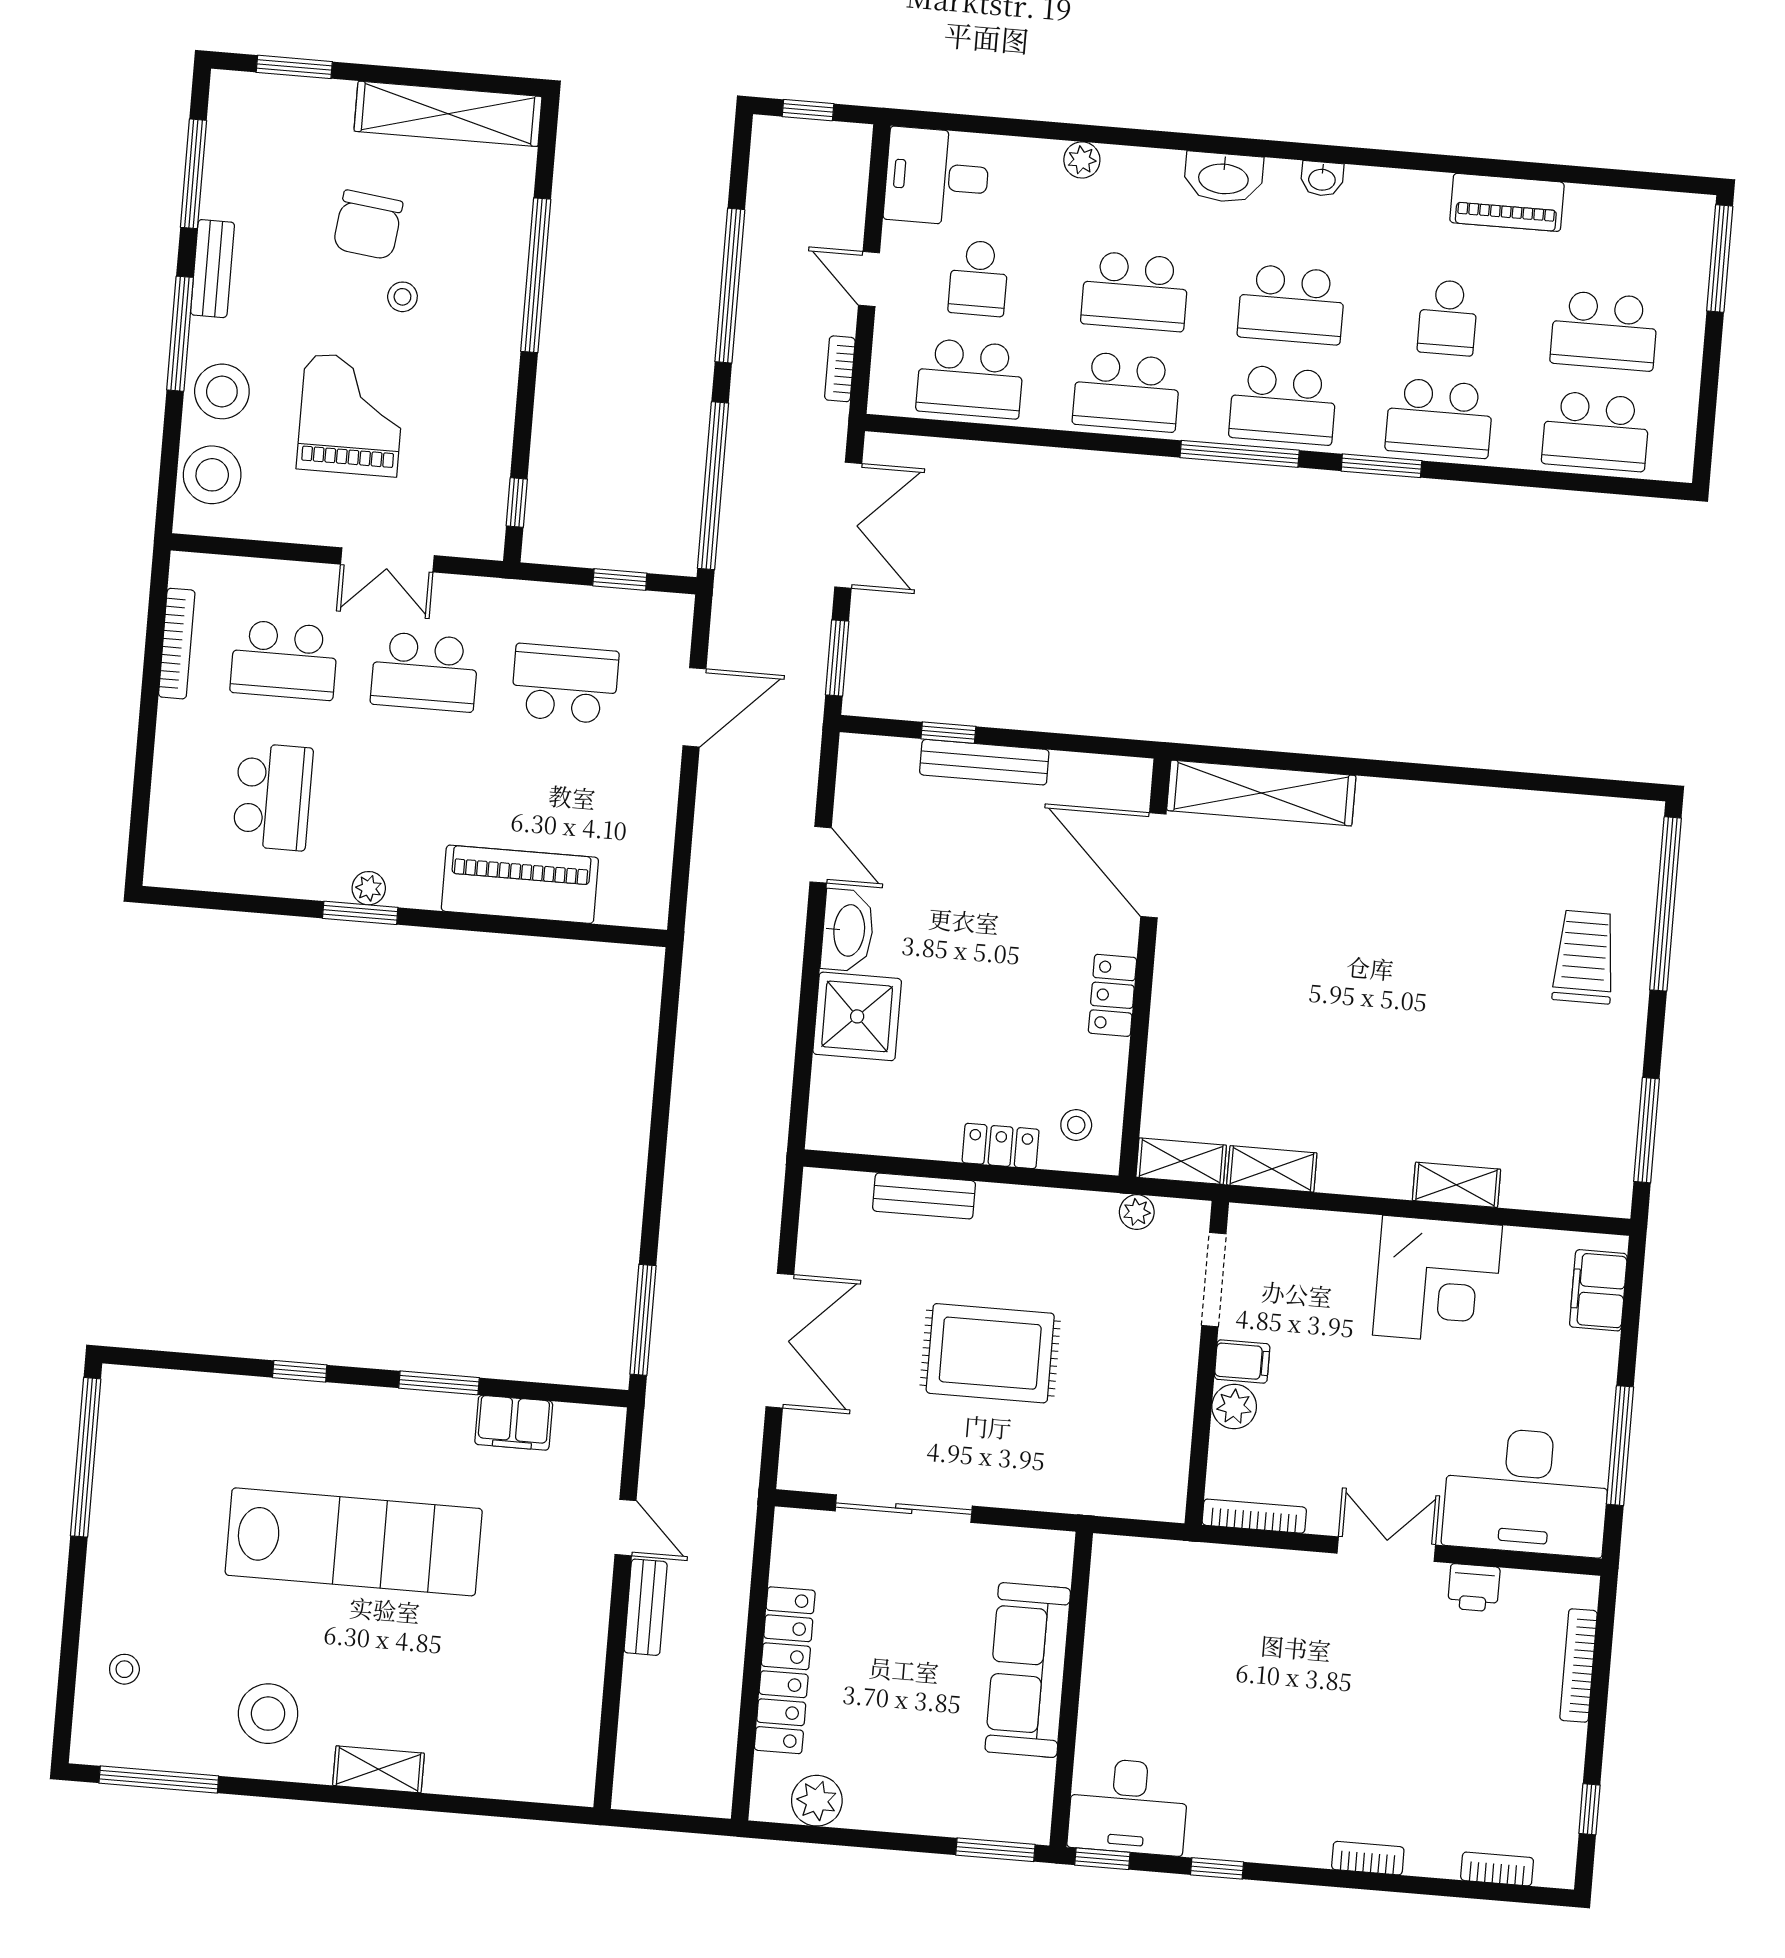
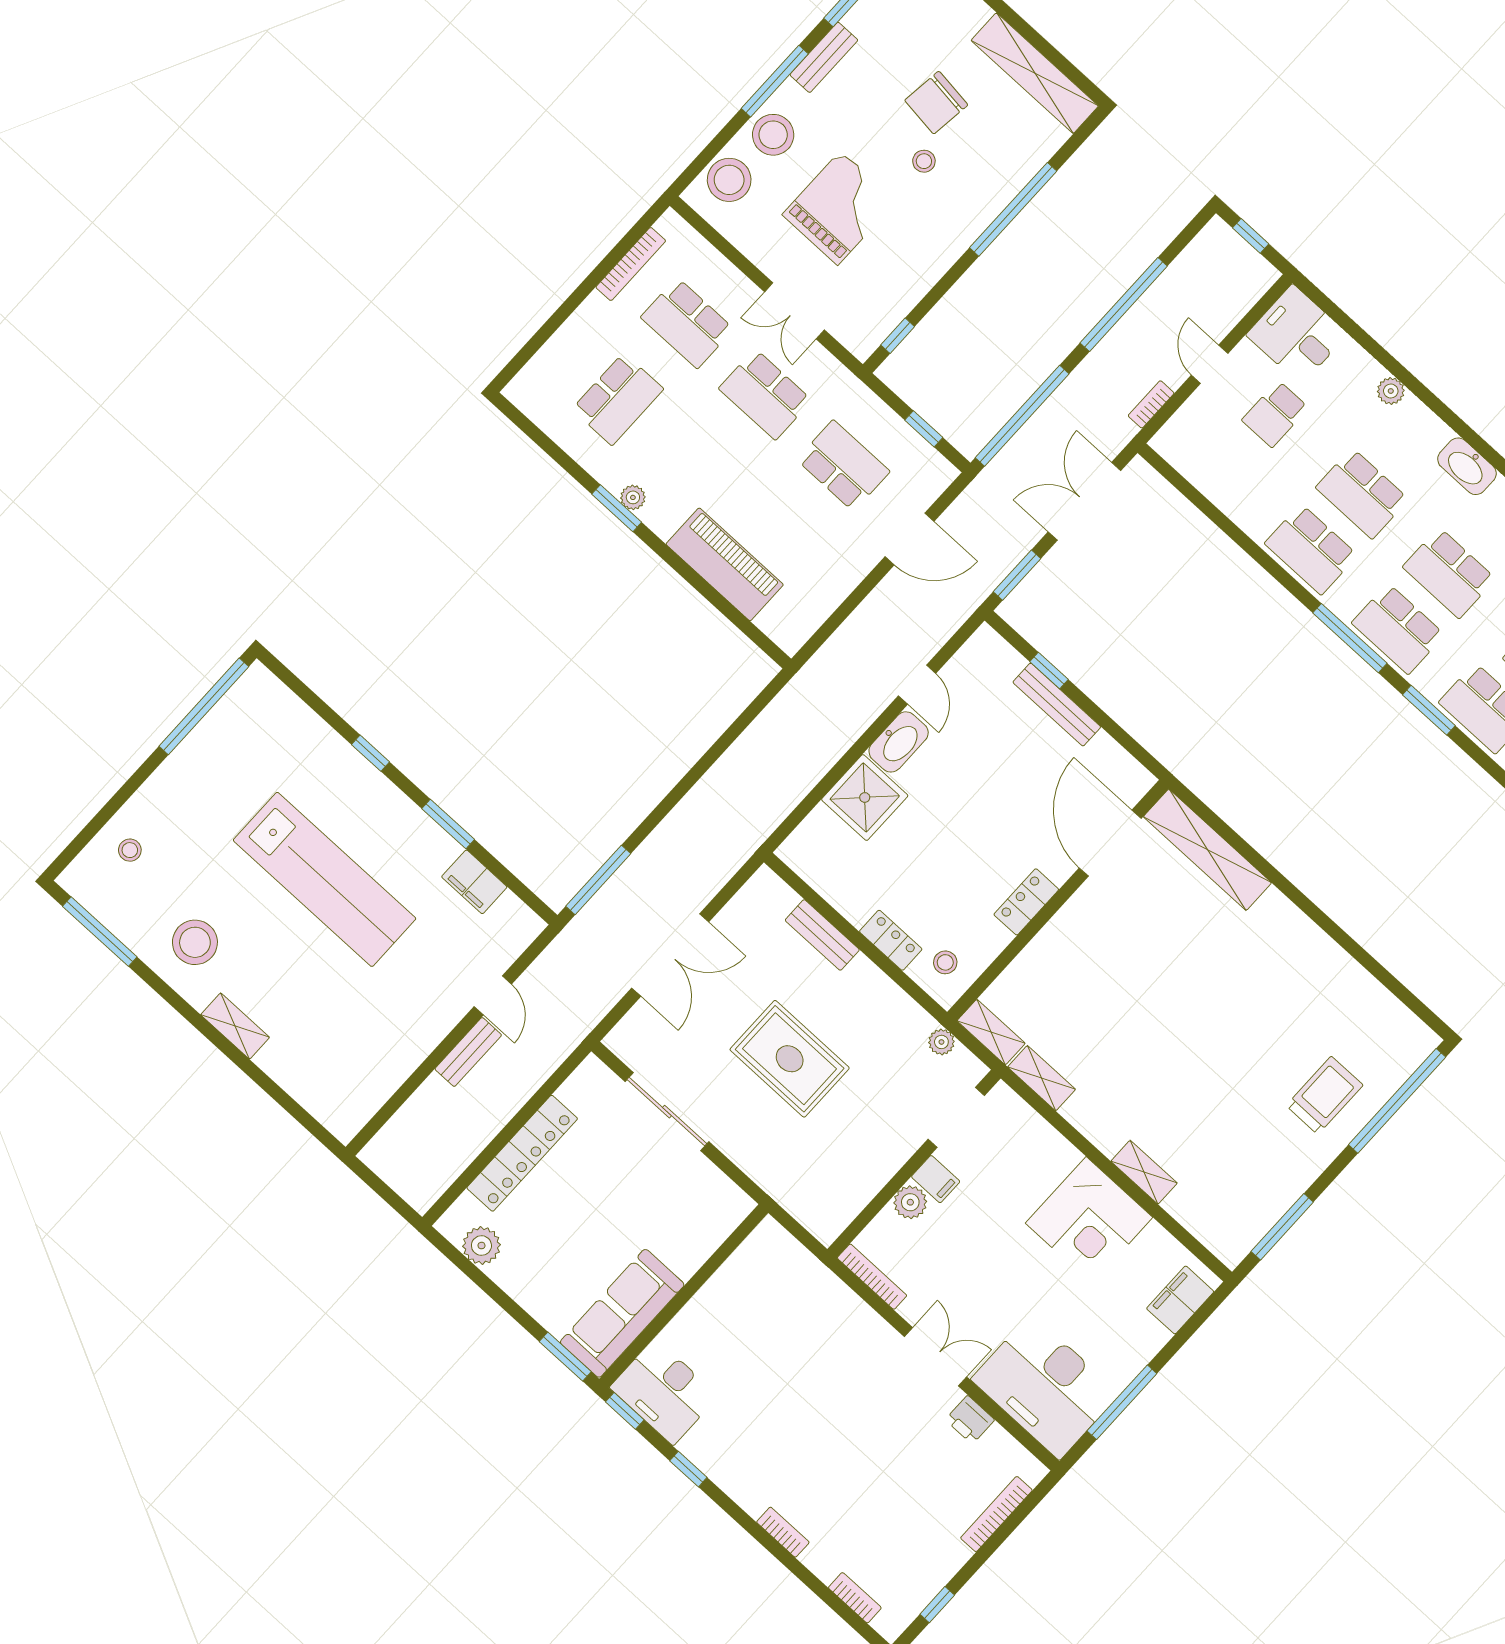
school desk: (970, 379) -> (1224, 470), removed
double door: (848, 525) -> (1084, 501), swing flipped
sofa: (1028, 1670) -> (622, 1313), moved

